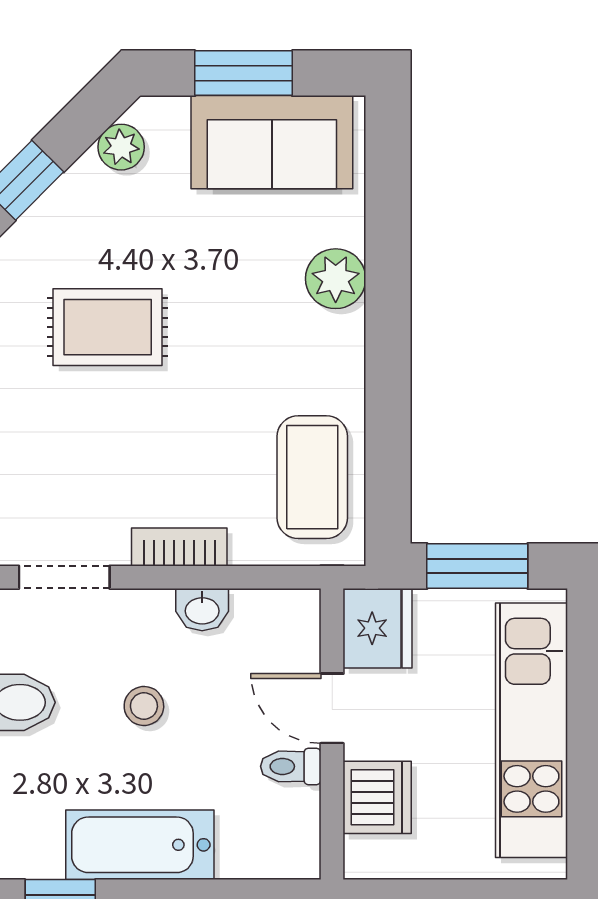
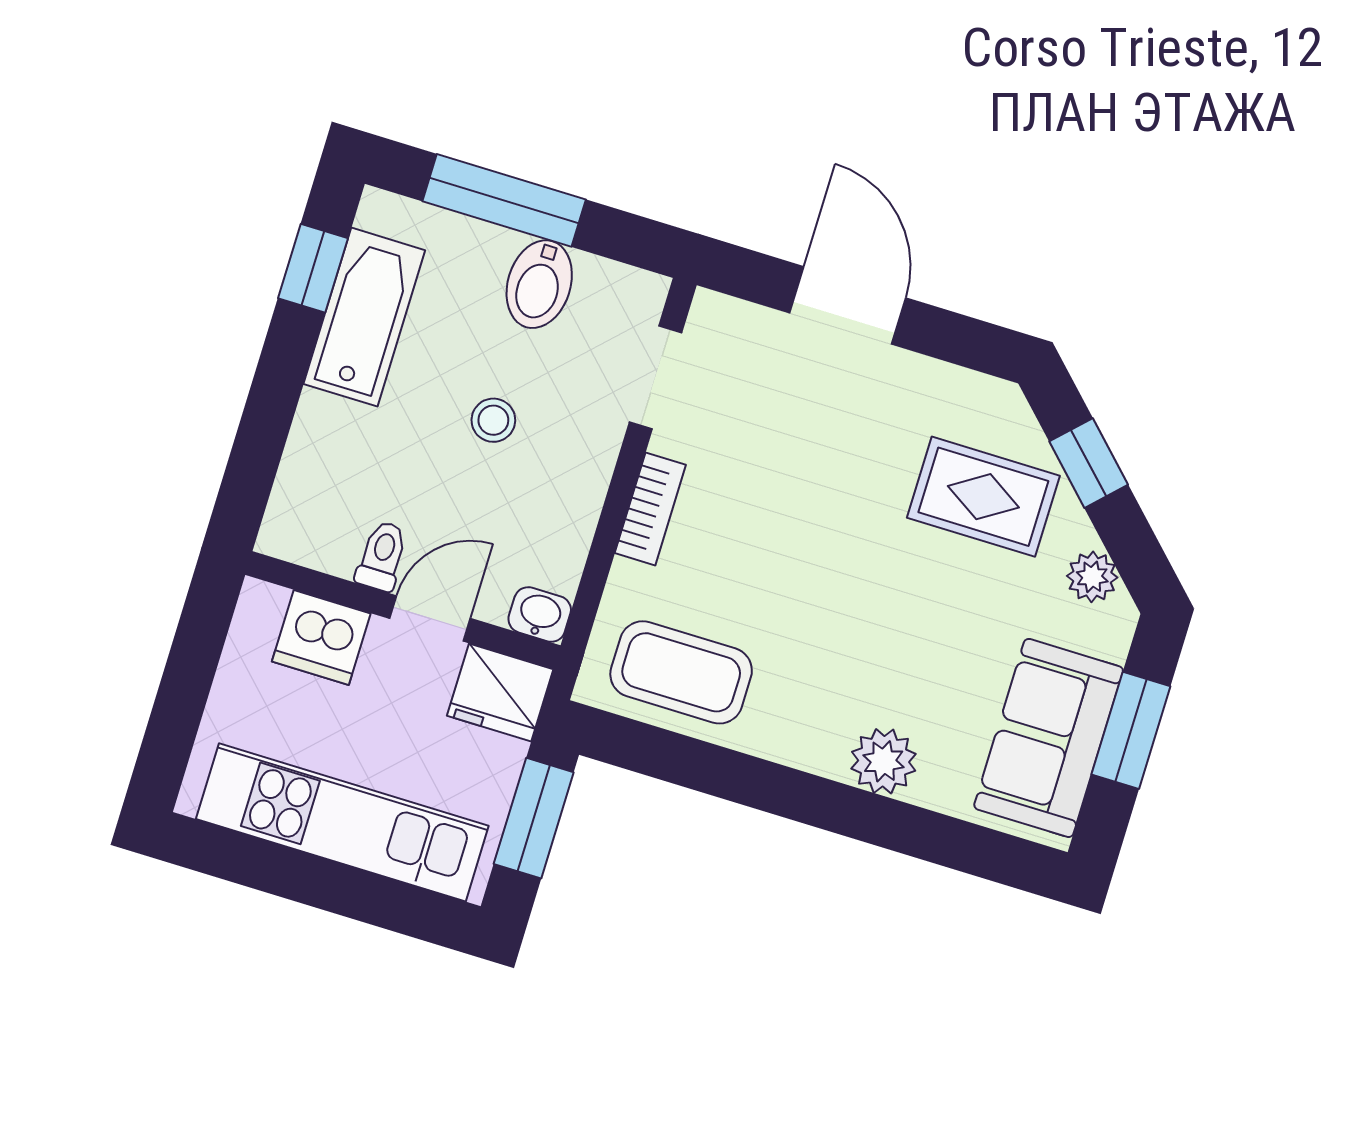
rug: (108, 327) -> (983, 497), moved, turned 90
washbasin: (202, 610) -> (540, 614), moved, turned 90
bathtub: (140, 845) -> (364, 317), moved

